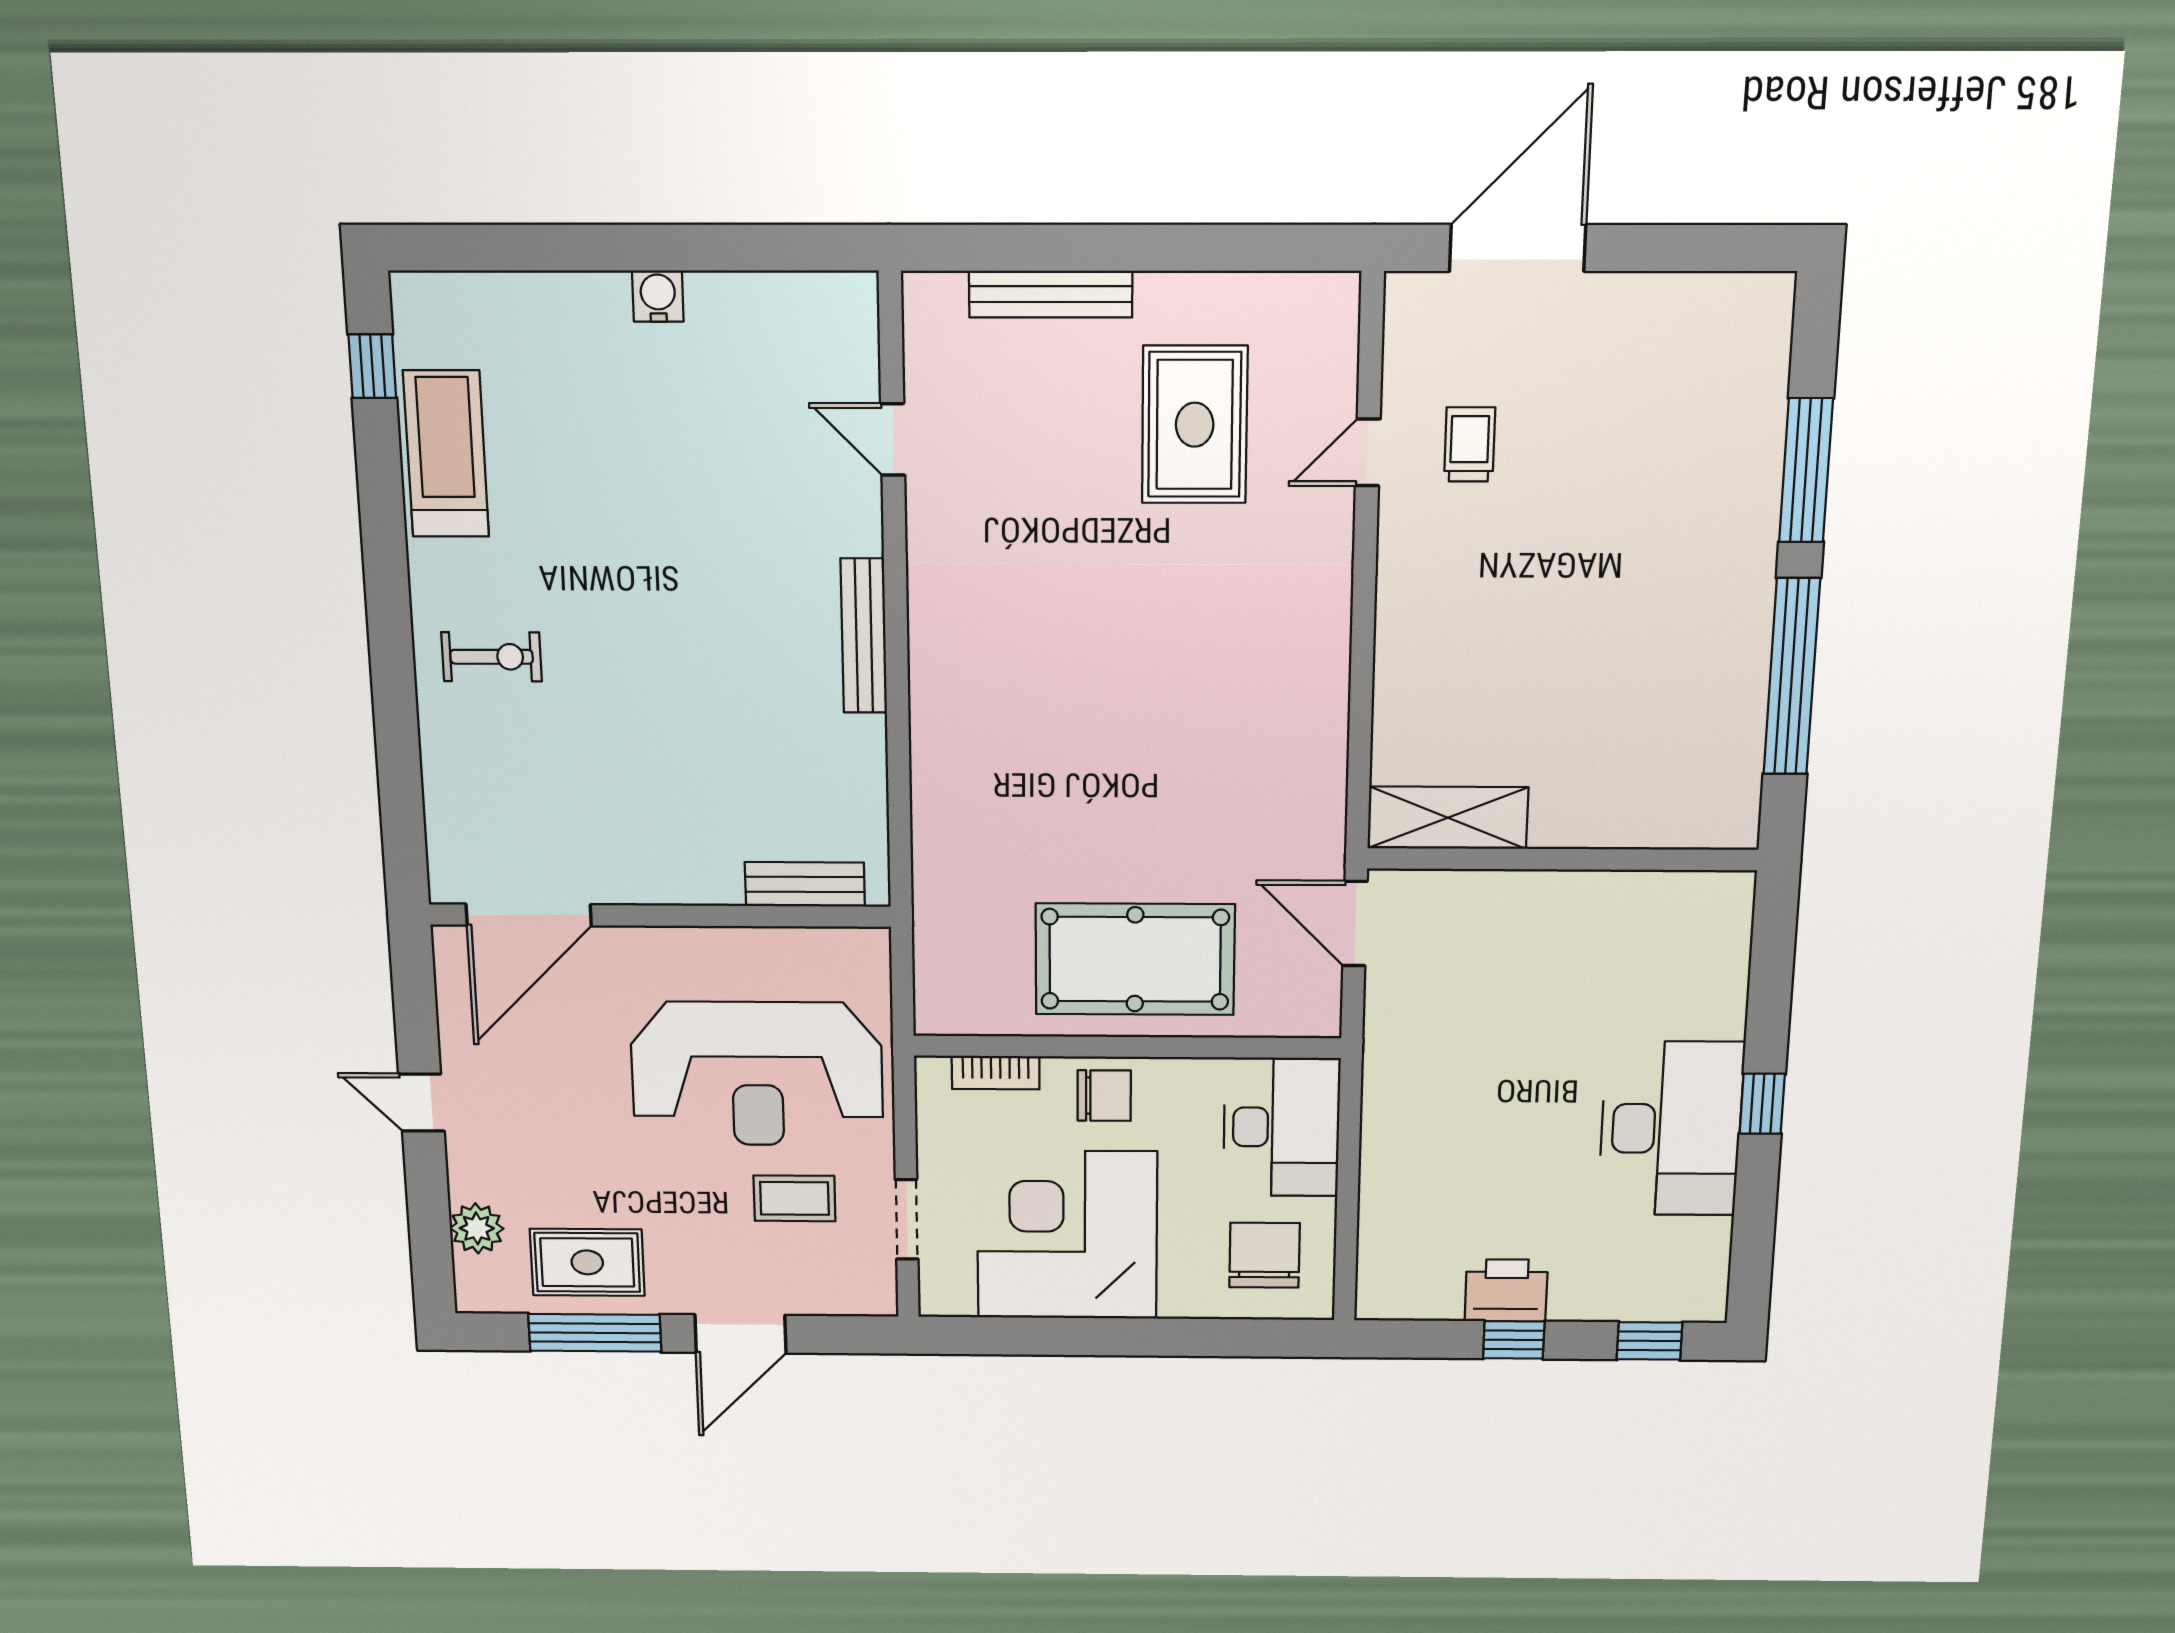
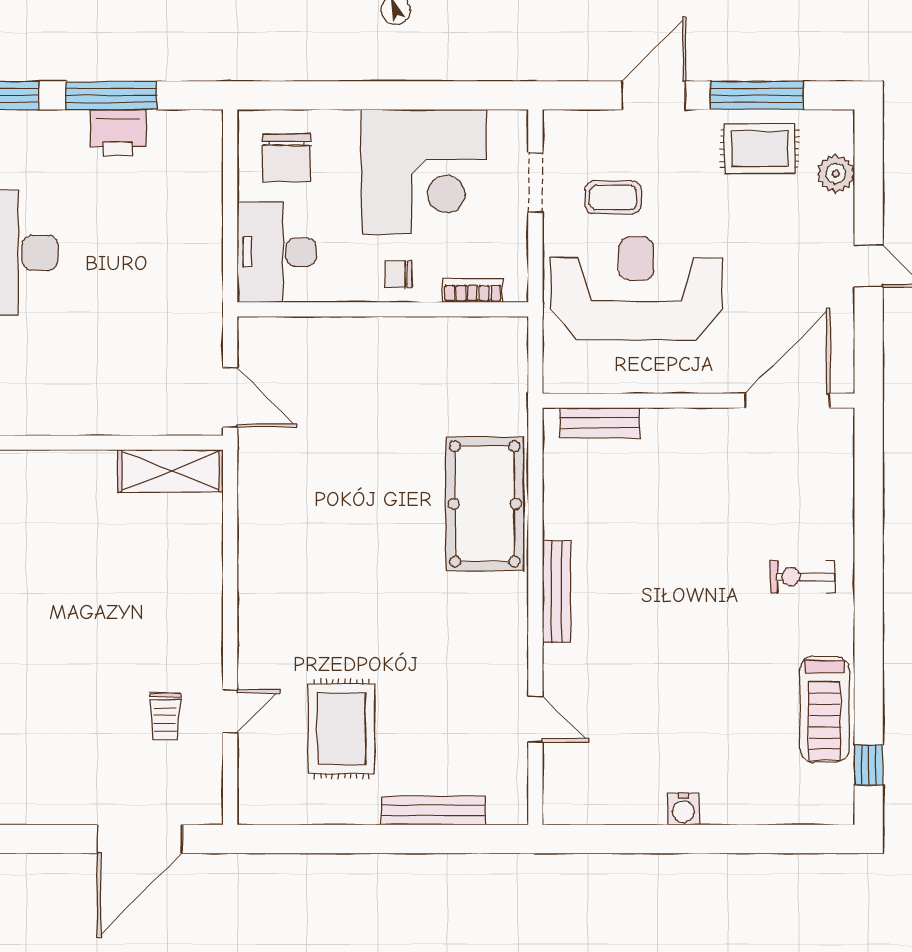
pool table: (1135, 959) -> (485, 504), moved, turned 90
chair: (1104, 1096) -> (398, 274), width x0.73, depth x0.73
window: (1514, 1340) -> (111, 95), width x2.17

